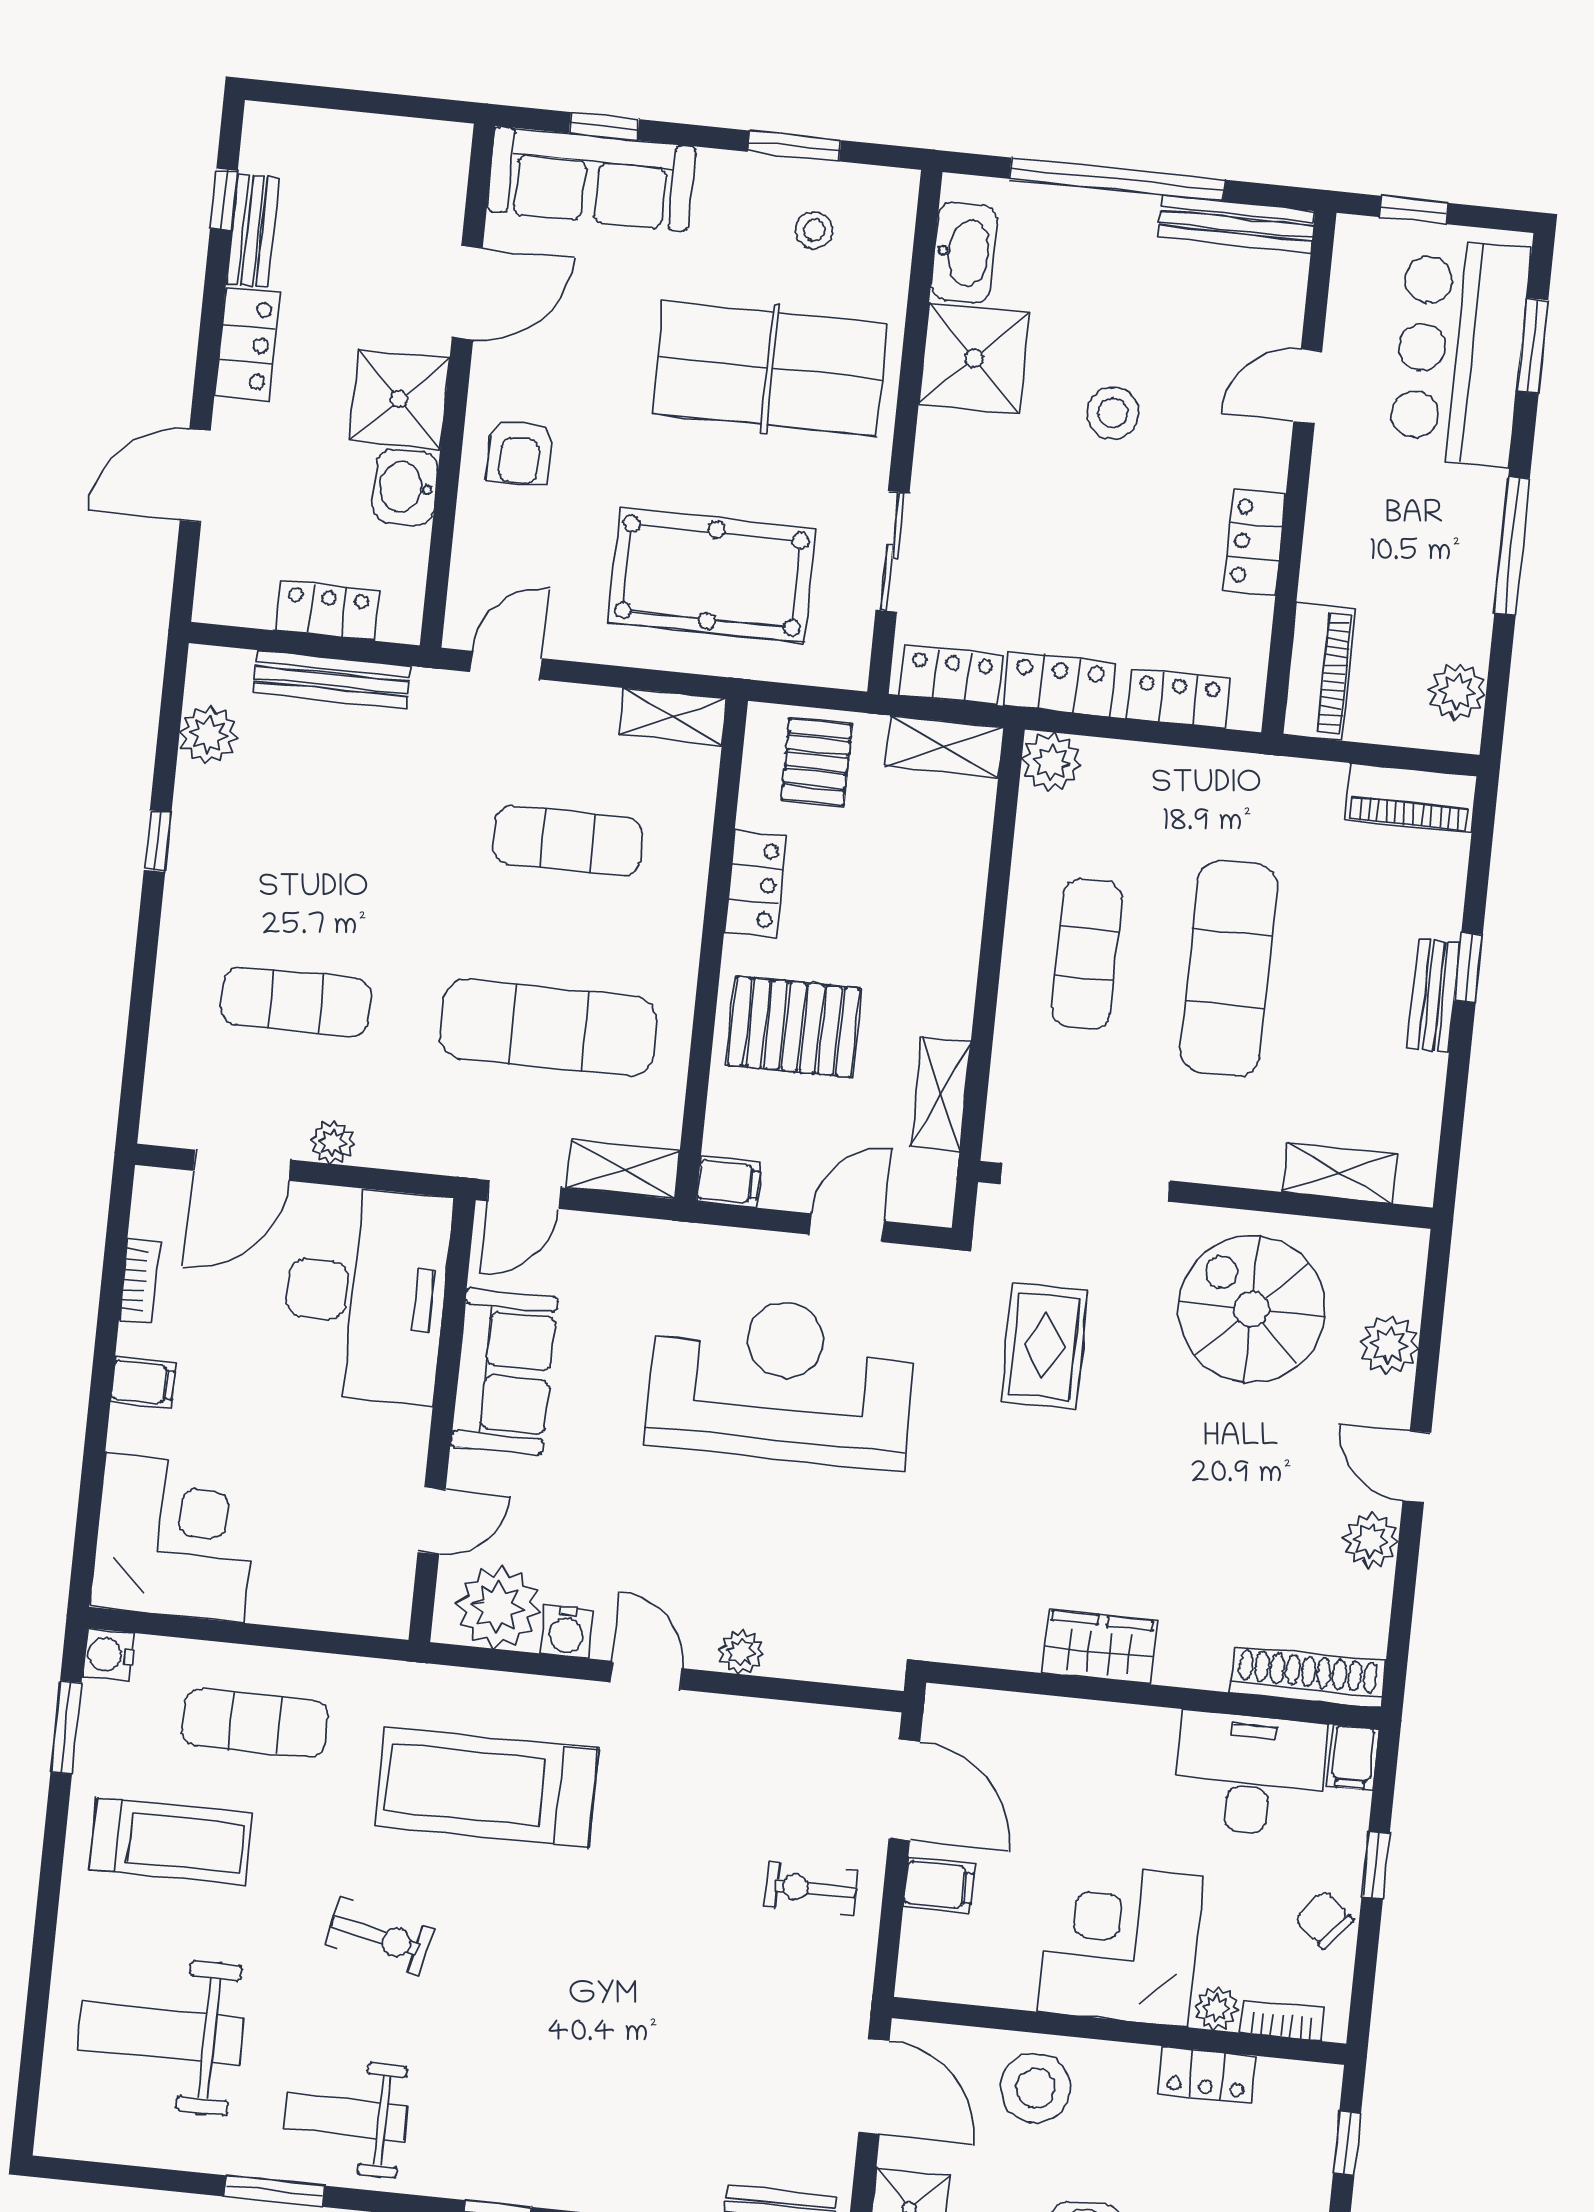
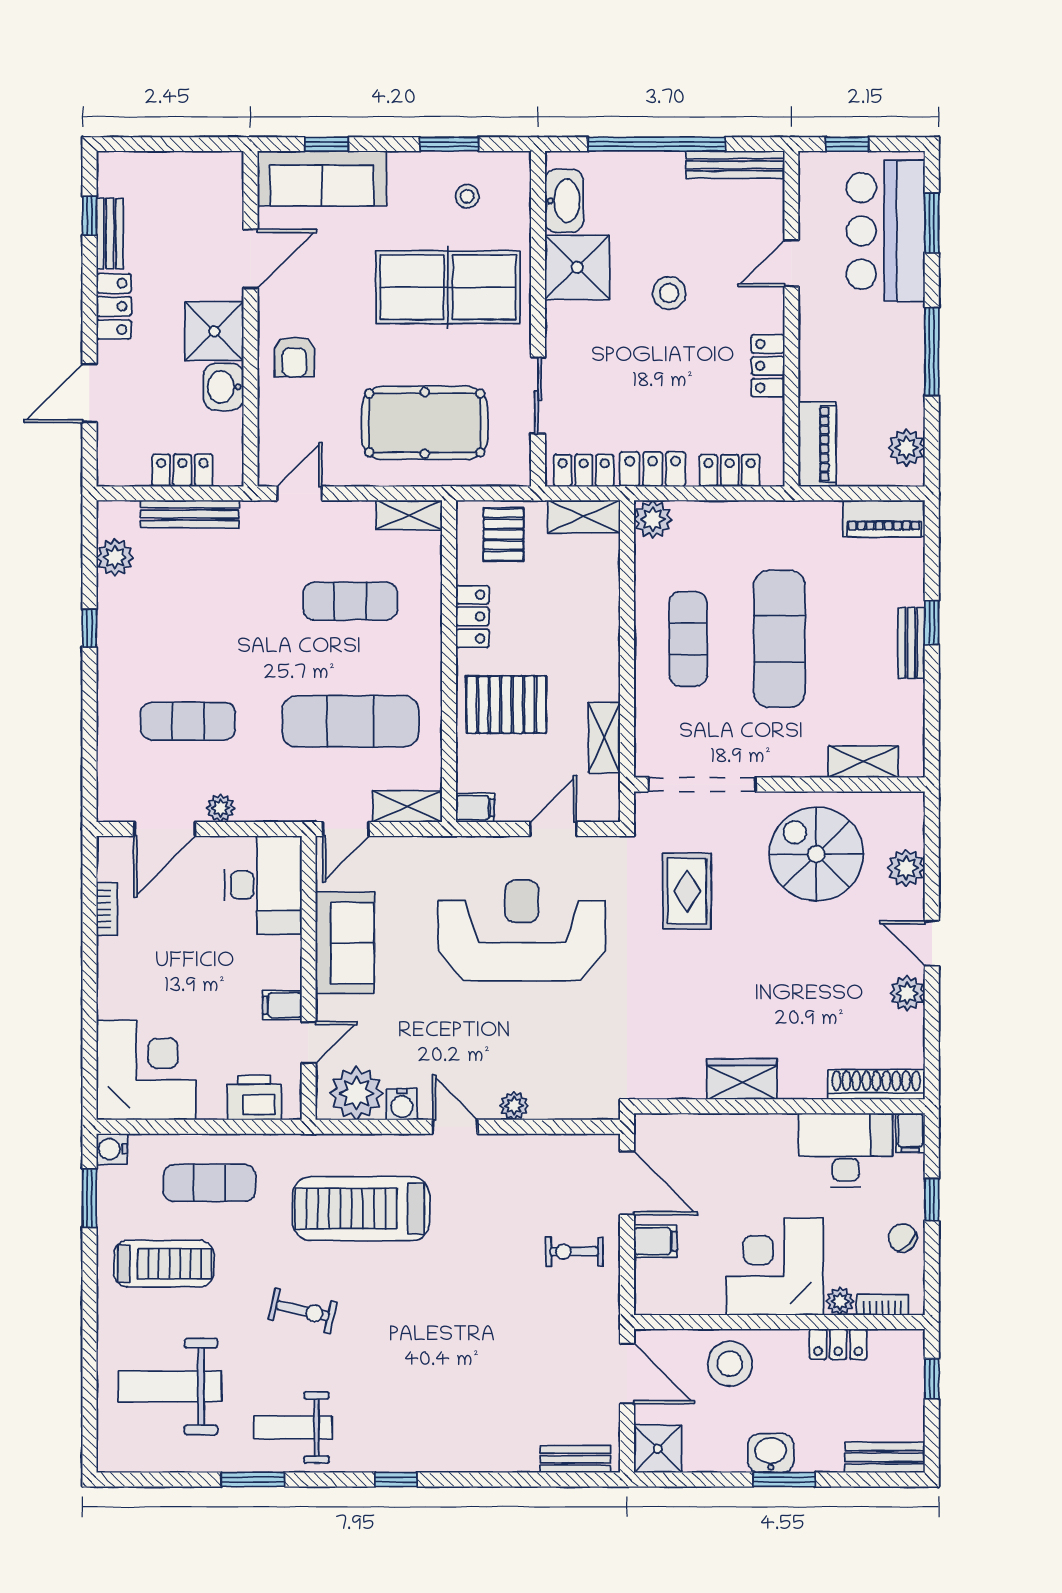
desk: (365, 1294) -> (263, 885), width x0.73, depth x0.77
filing cabinet: (143, 1382) -> (282, 1005), moved, turned 180
printer: (338, 1597) -> (254, 1098), added

